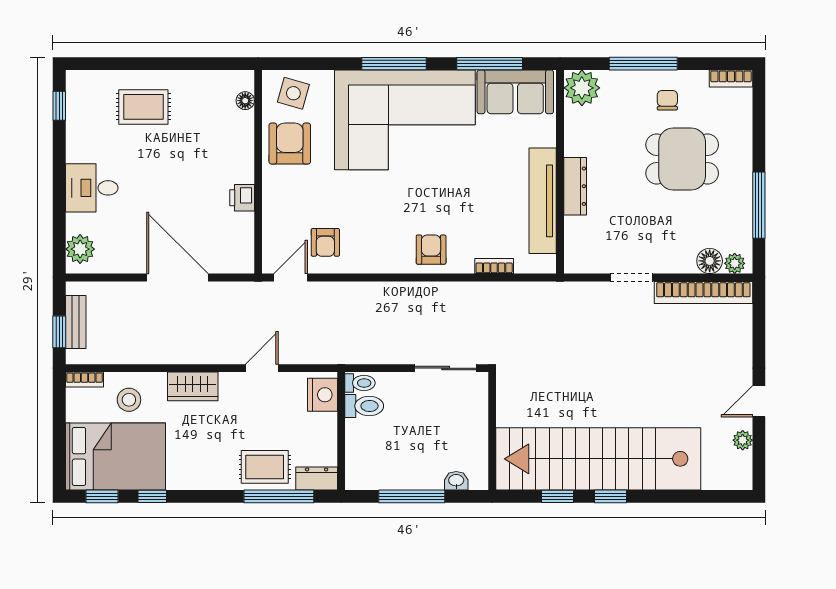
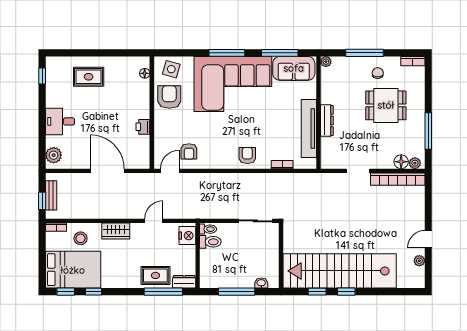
plant: (582, 88) -> (326, 62), width x0.53, depth x0.53

